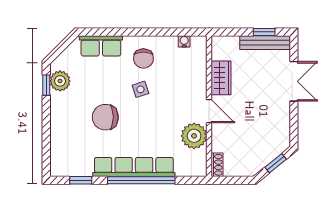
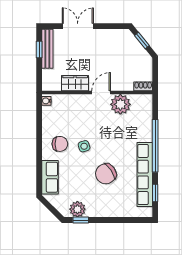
water cooler: (184, 41) -> (46, 101), moved
chair: (105, 117) -> (106, 174), turned 56
row of seats: (134, 167) -> (145, 174), moved

